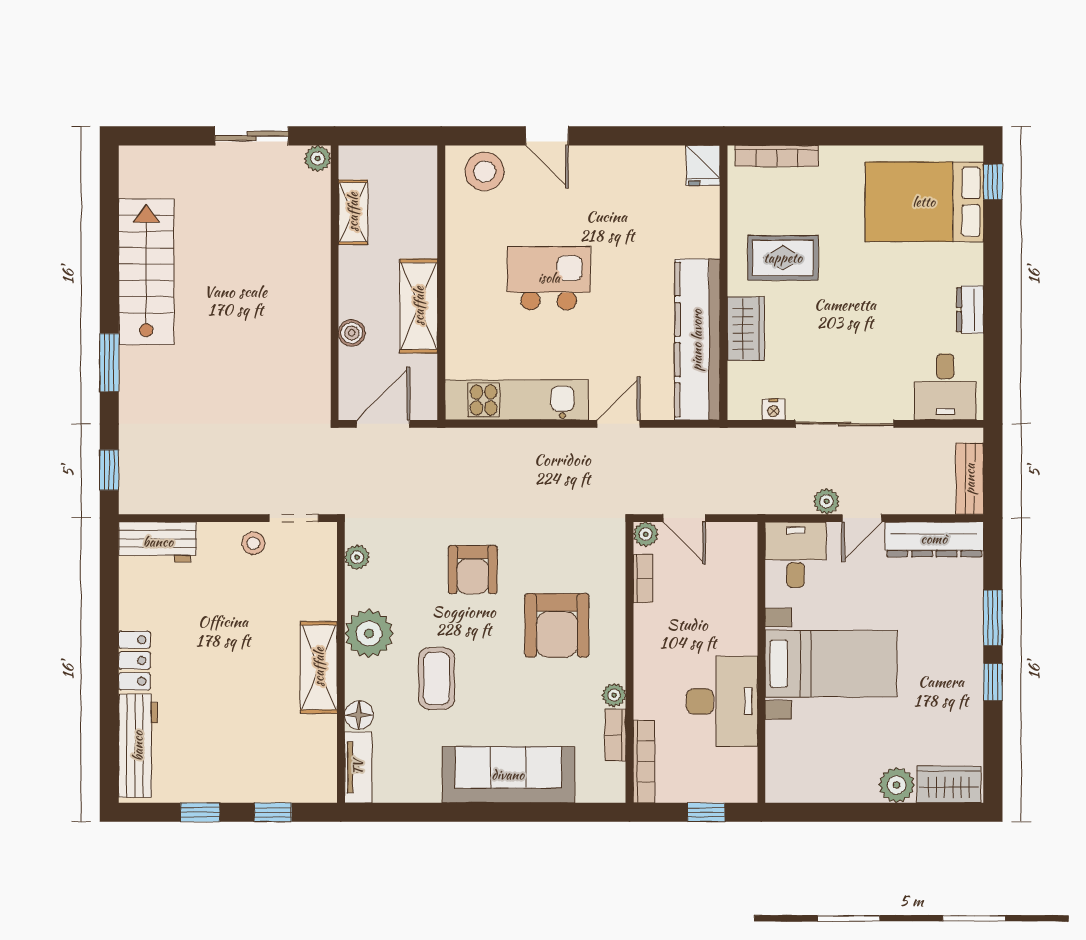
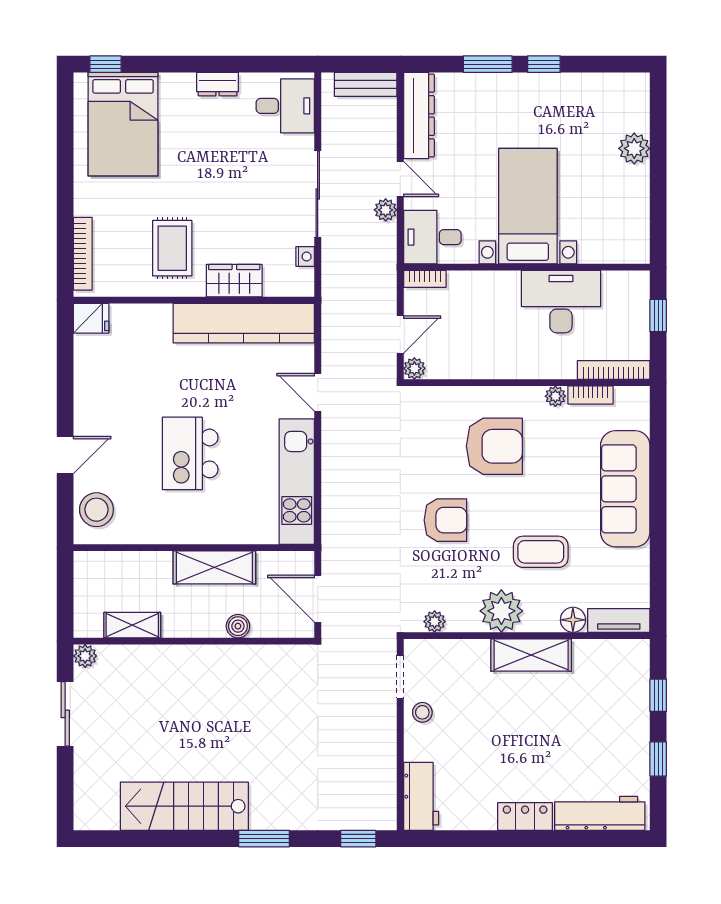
bookcase: (643, 579) -> (425, 279), moved, turned 180
wardrobe: (949, 784) -> (634, 103), removed

